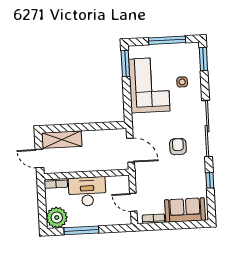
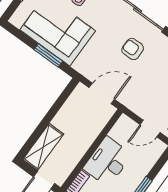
window: (125, 64) -> (48, 56), moved

